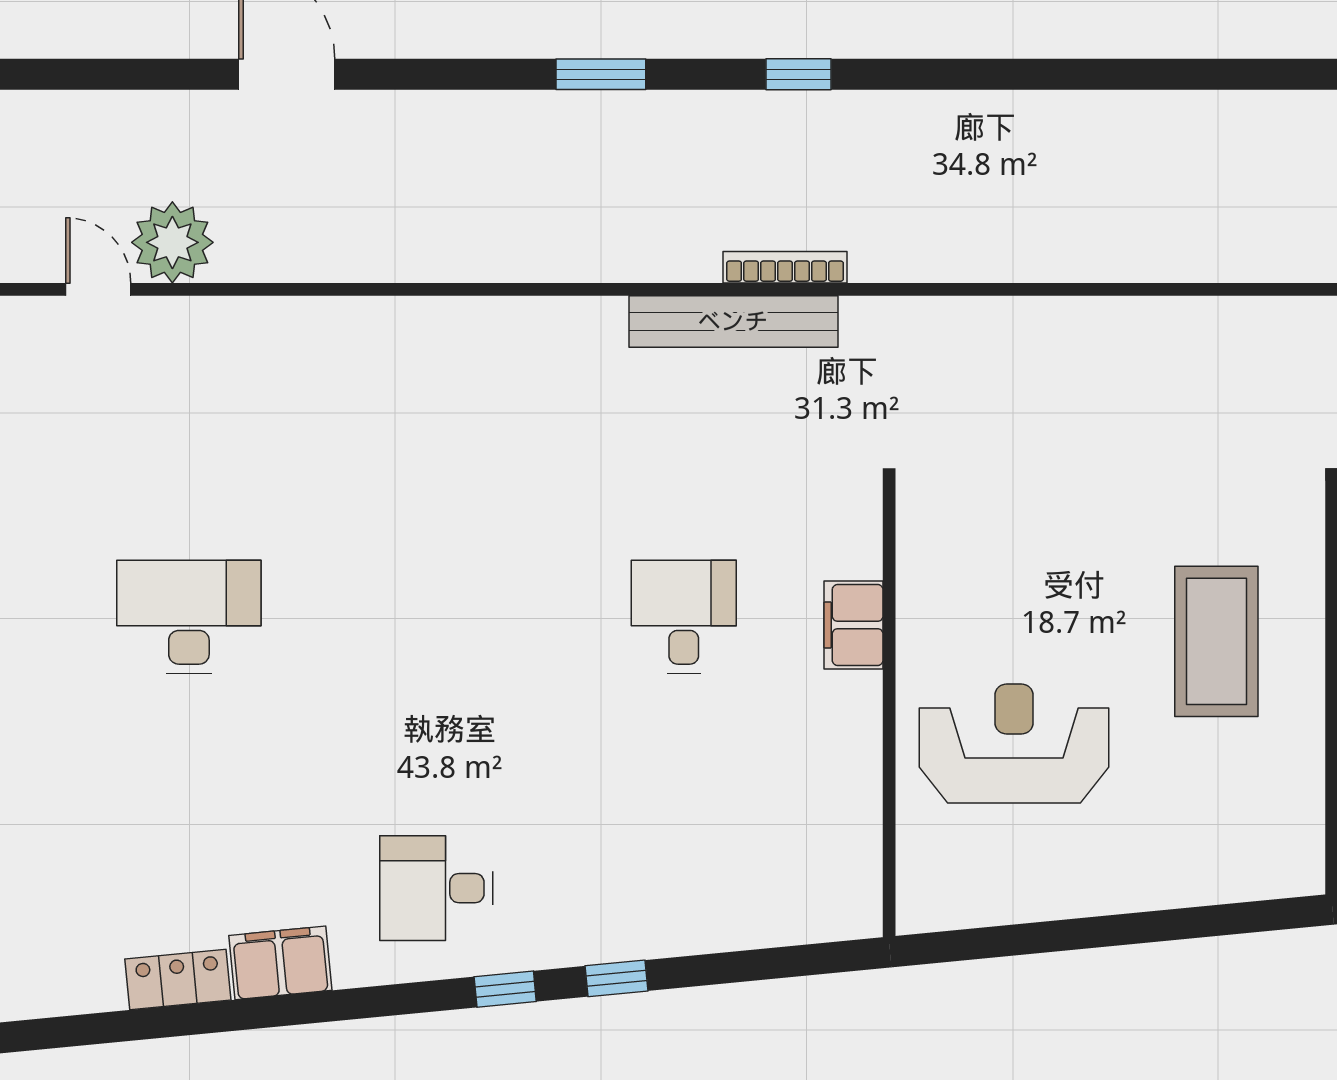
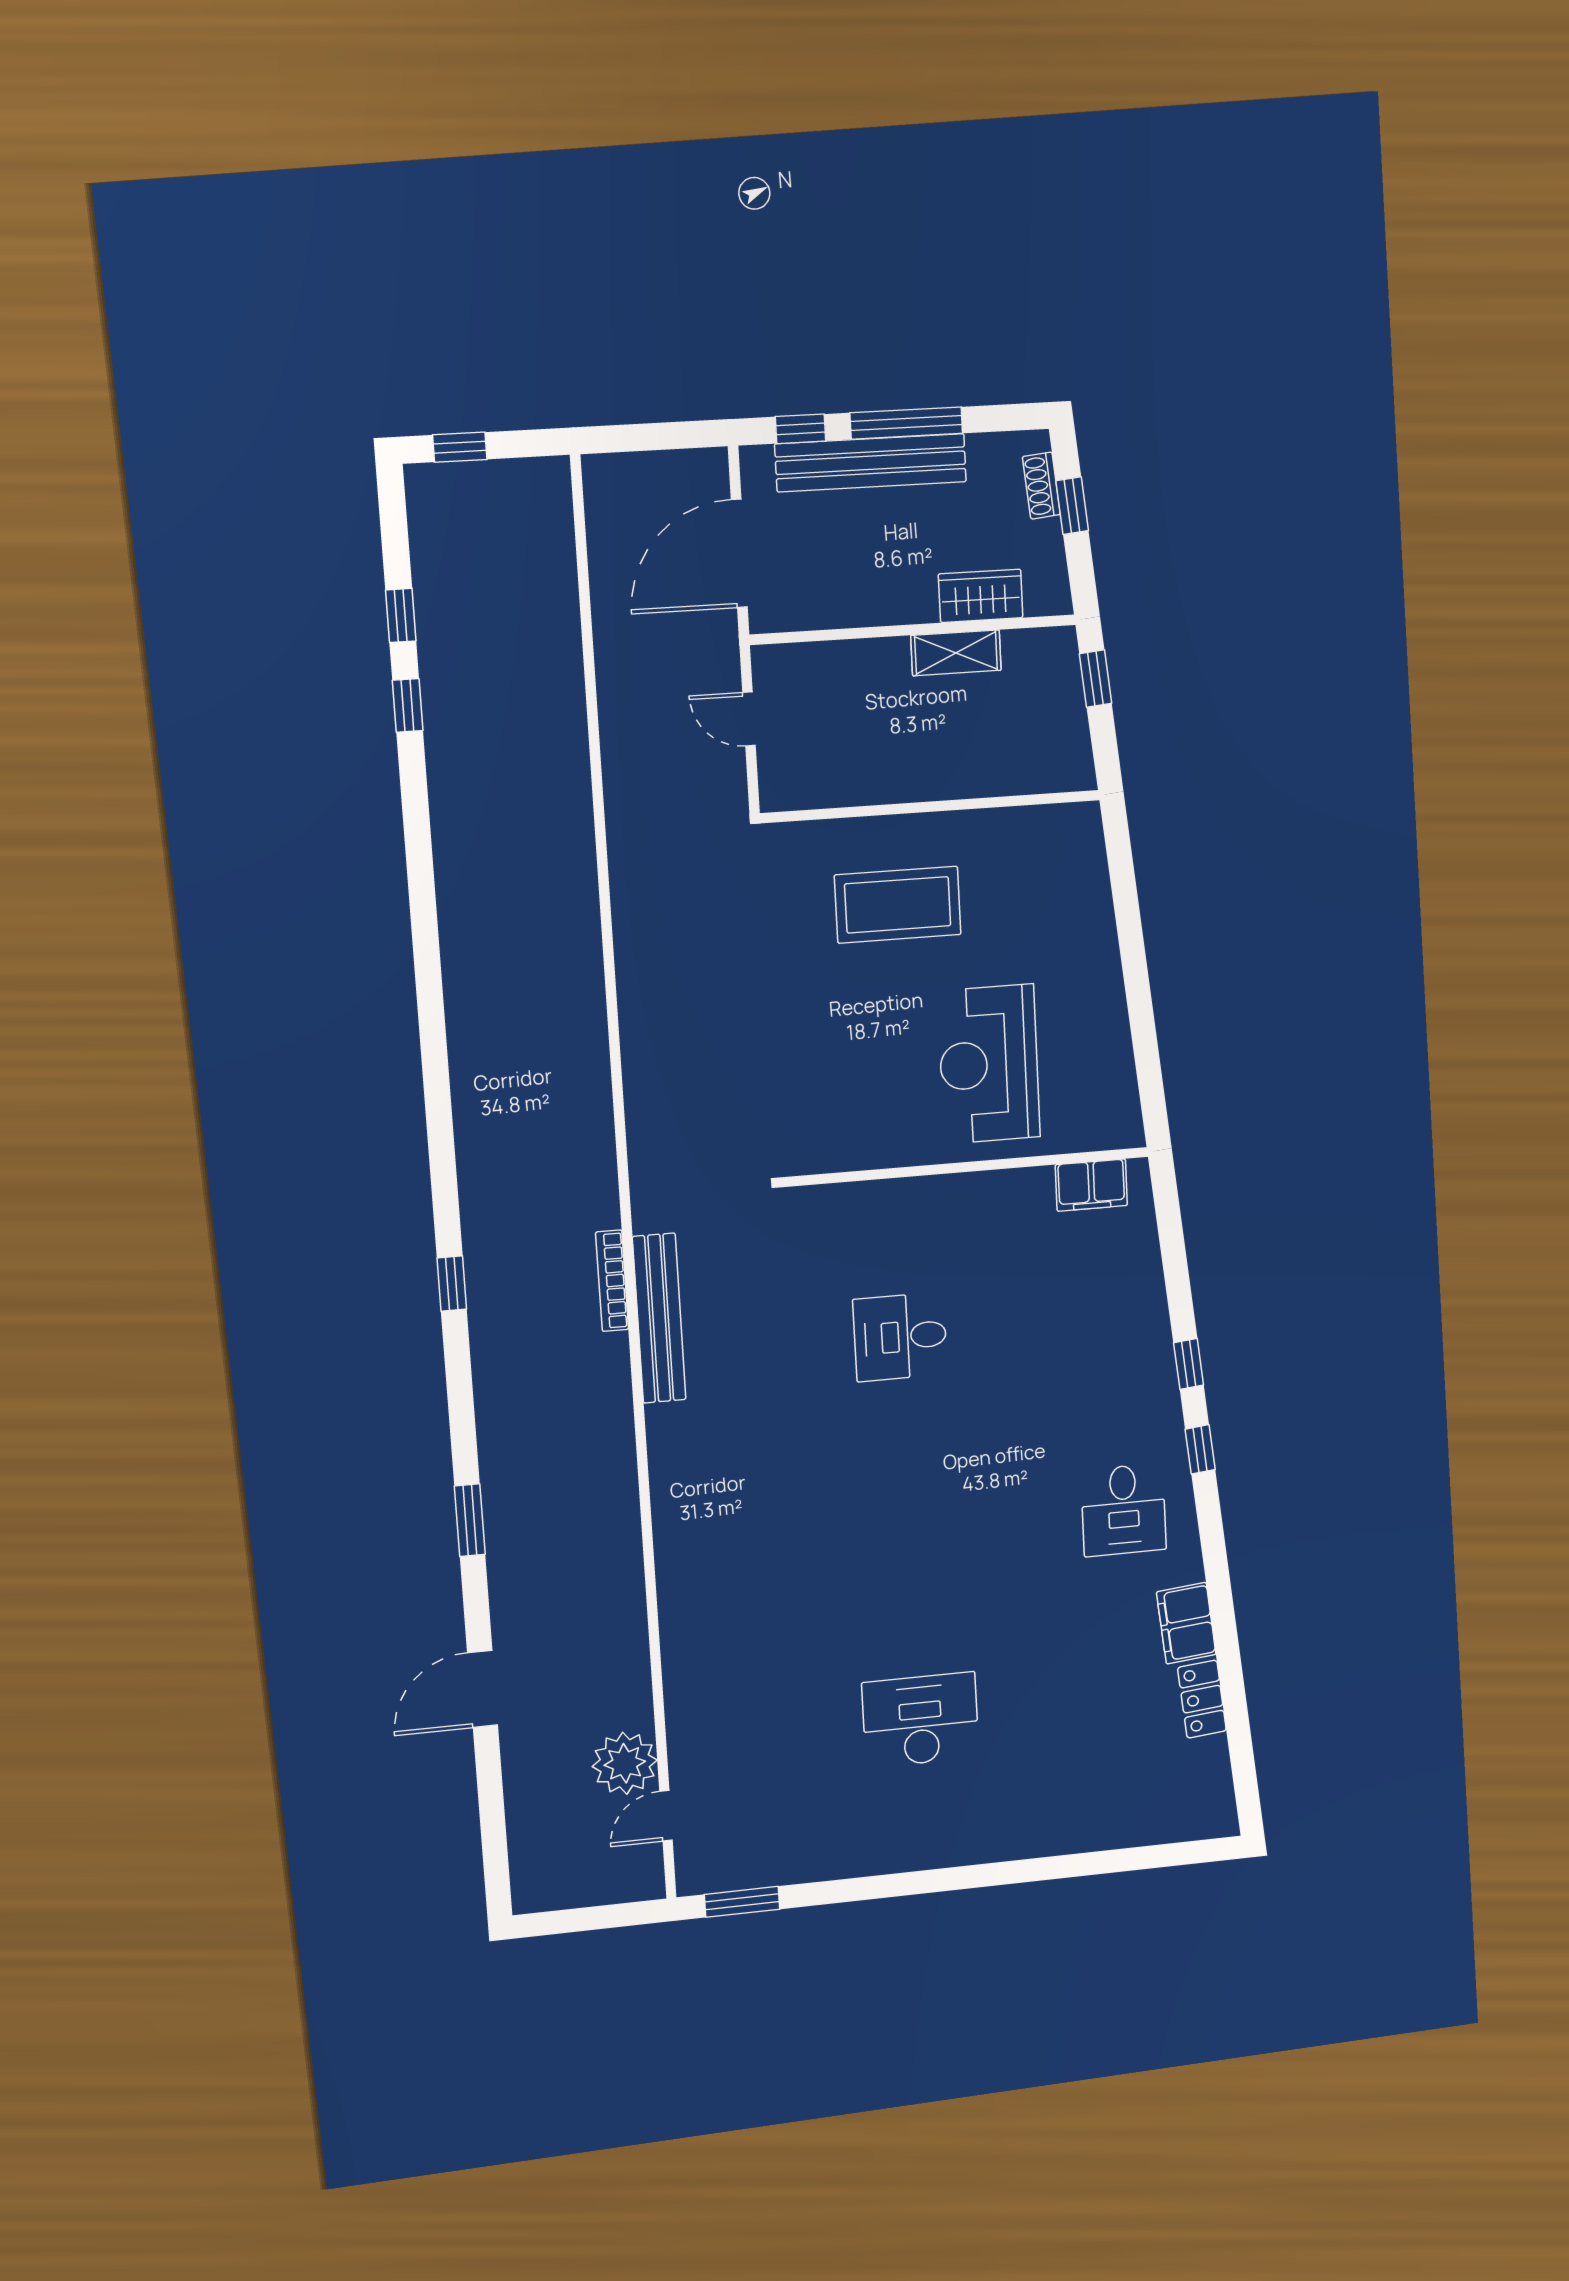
window: (601, 74) -> (470, 1520), moved
desk: (189, 617) -> (920, 1720), turned 90
filing cabinet: (854, 625) -> (1091, 1185), moved

